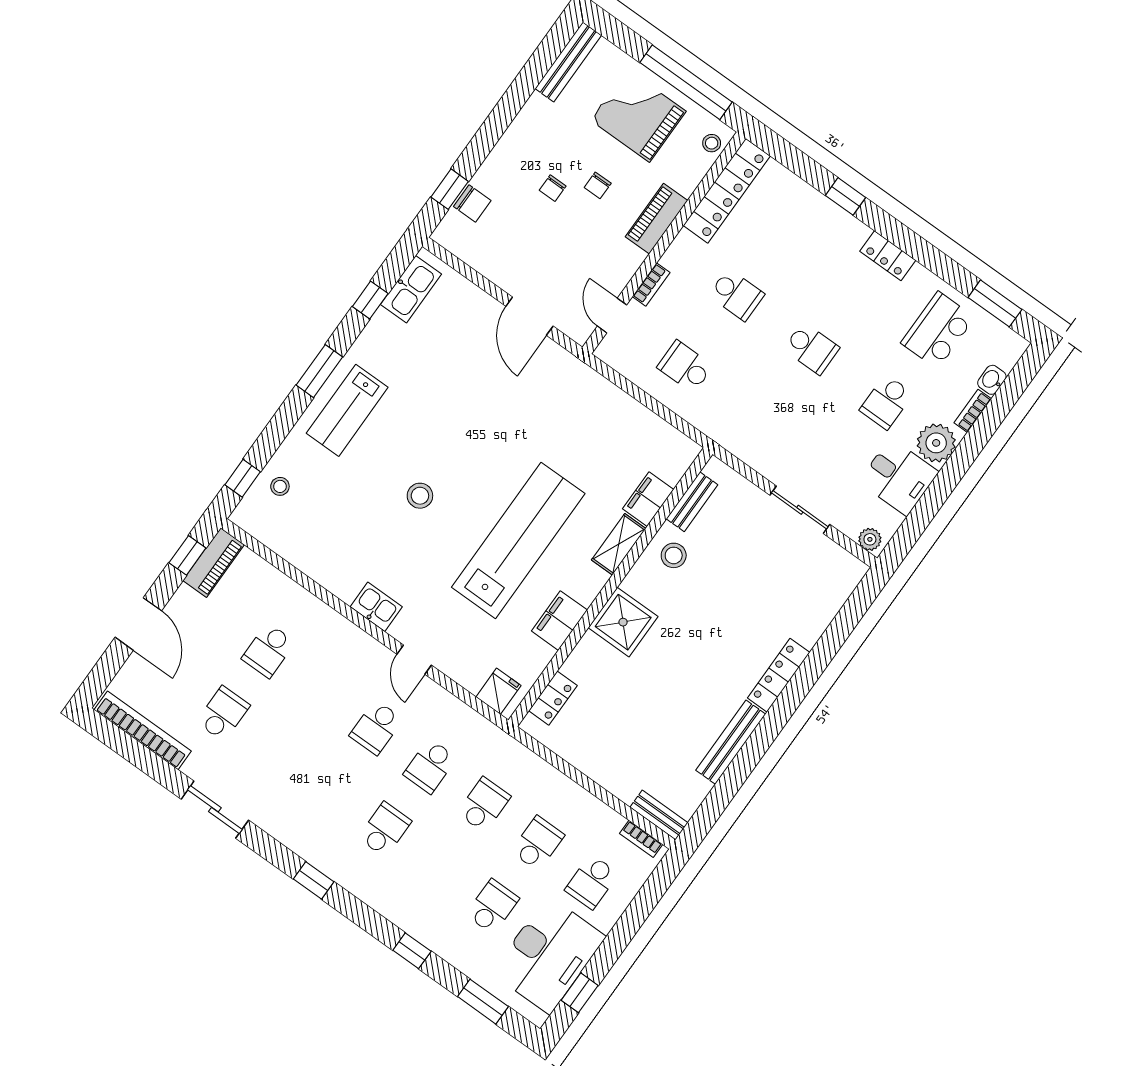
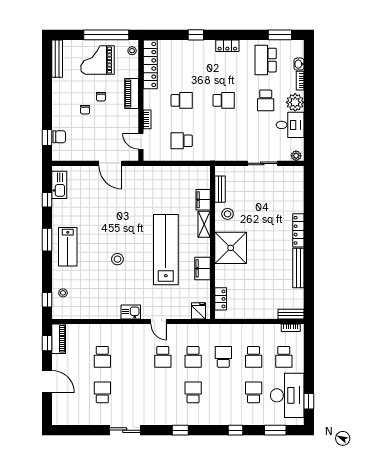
shower: (623, 622) -> (231, 248), width x1.37, depth x1.37
bookcase: (143, 730) -> (77, 420), removed
school desk: (538, 843) -> (254, 357), turned 180

